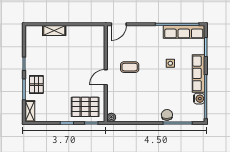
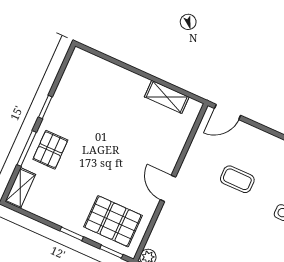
shelving: (54, 30) -> (167, 97), moved
coffee table: (130, 67) -> (237, 179), moved
door: (106, 77) -> (168, 188), hinge flipped

